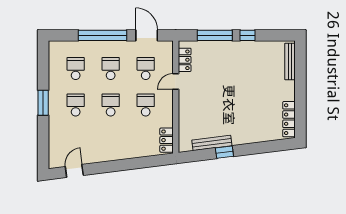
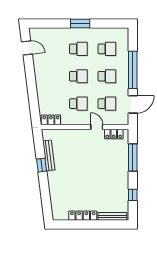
window: (248, 35) -> (133, 195), moved
locker: (289, 119) -> (83, 216), moved

